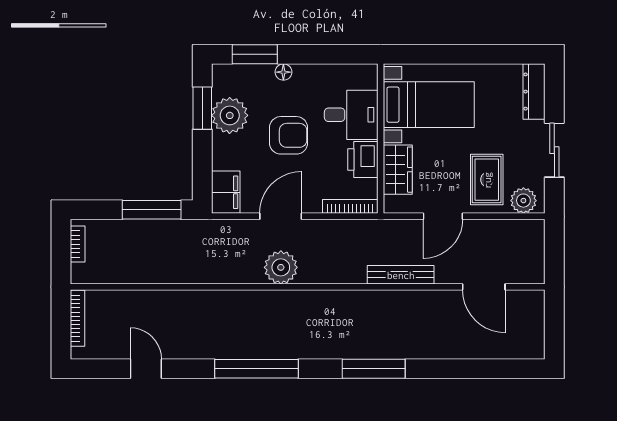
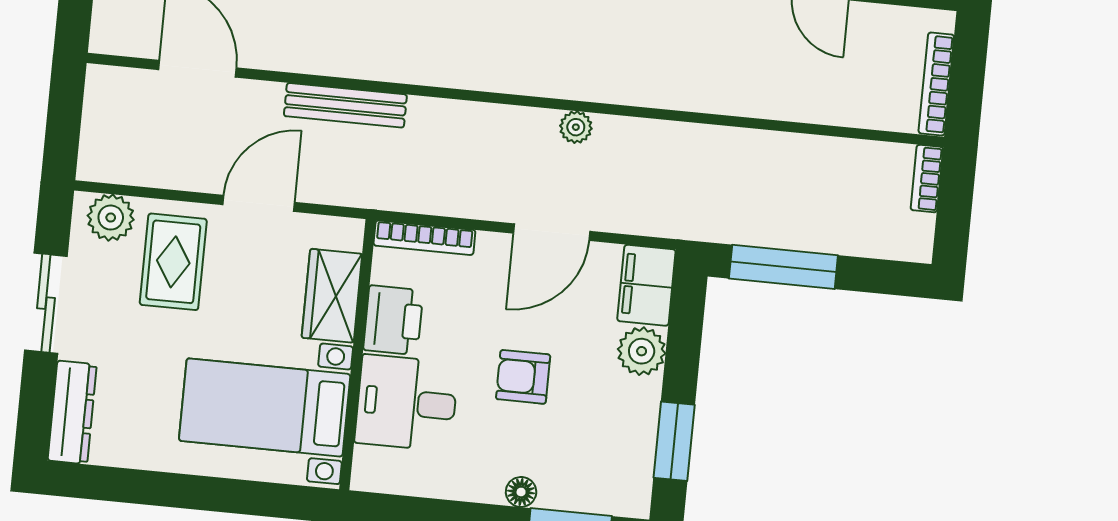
plant: (230, 115) -> (642, 351), moved, width x0.73, depth x0.73
armchair: (289, 135) -> (523, 377), width x0.72, depth x0.72
bookcase: (78, 244) -> (927, 179), moved
plant: (281, 267) -> (576, 127), width x0.53, depth x0.53

